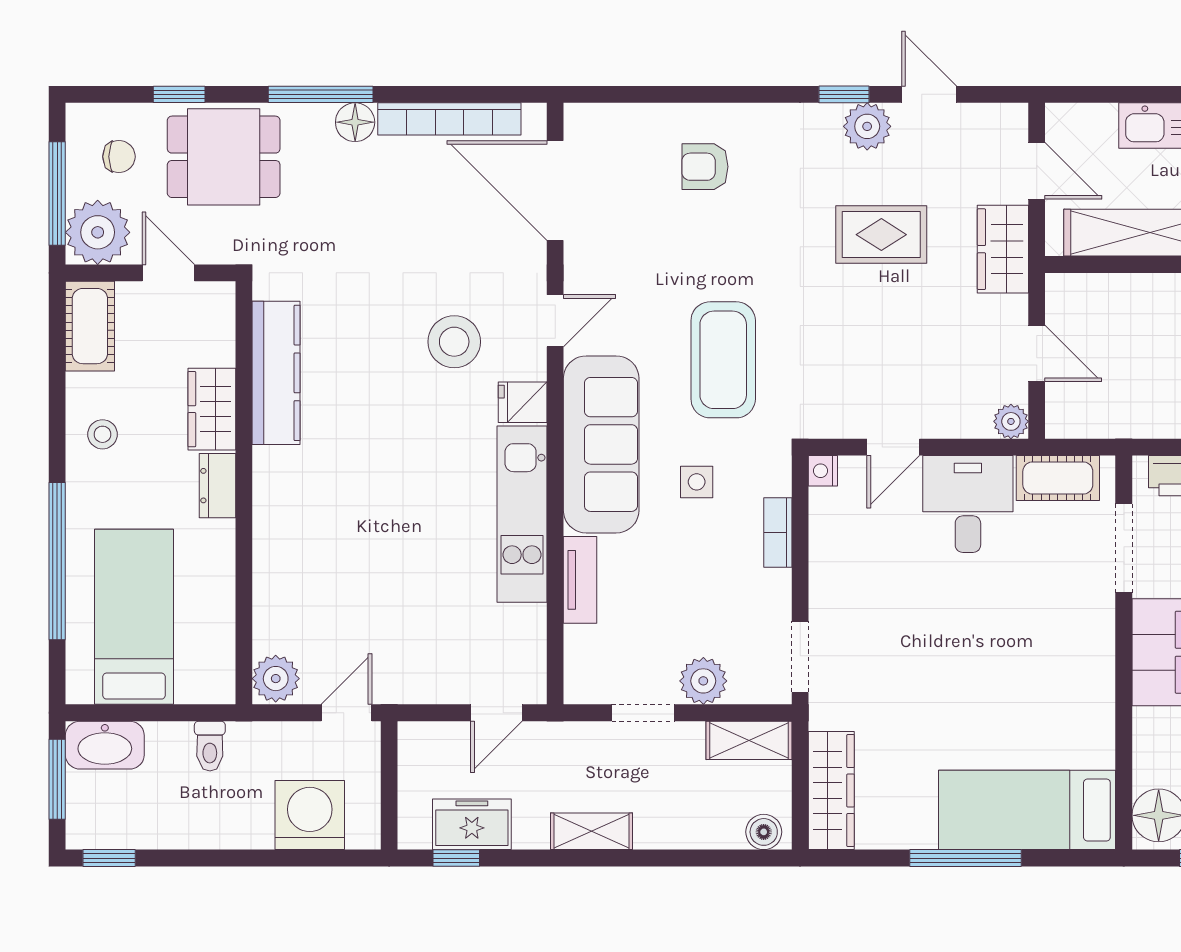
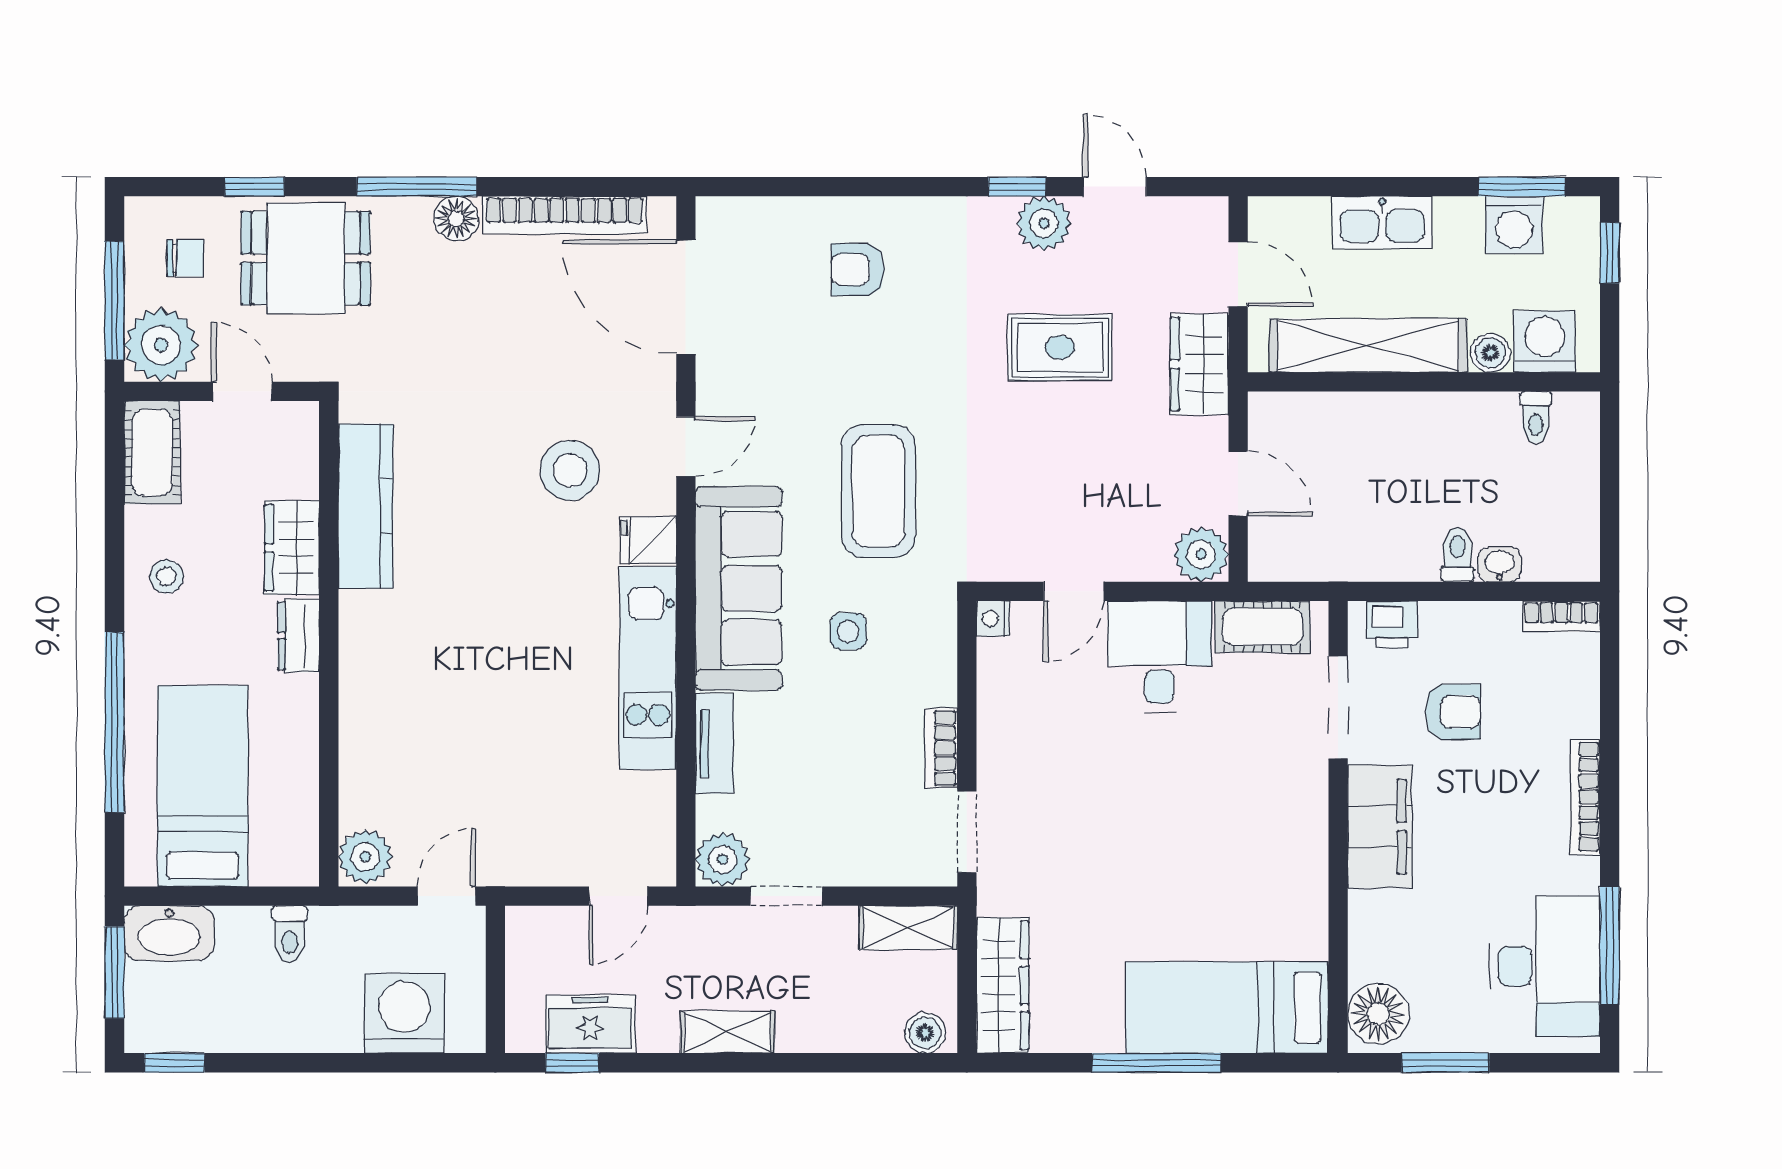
plant: (1011, 421) -> (1201, 554), width x1.38, depth x1.38
bookcase: (778, 533) -> (941, 748), moved
plant: (703, 681) -> (722, 860), moved

